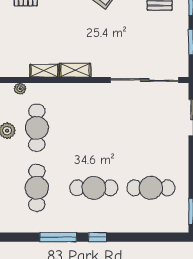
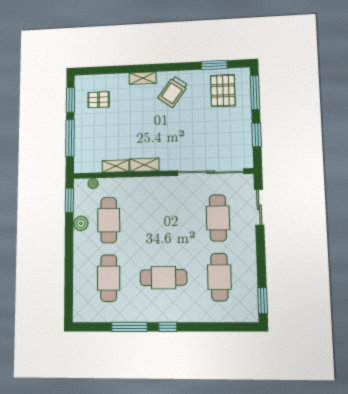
cafe table: (151, 128) -> (218, 218), added
cafe table: (151, 188) -> (219, 277), turned 90

